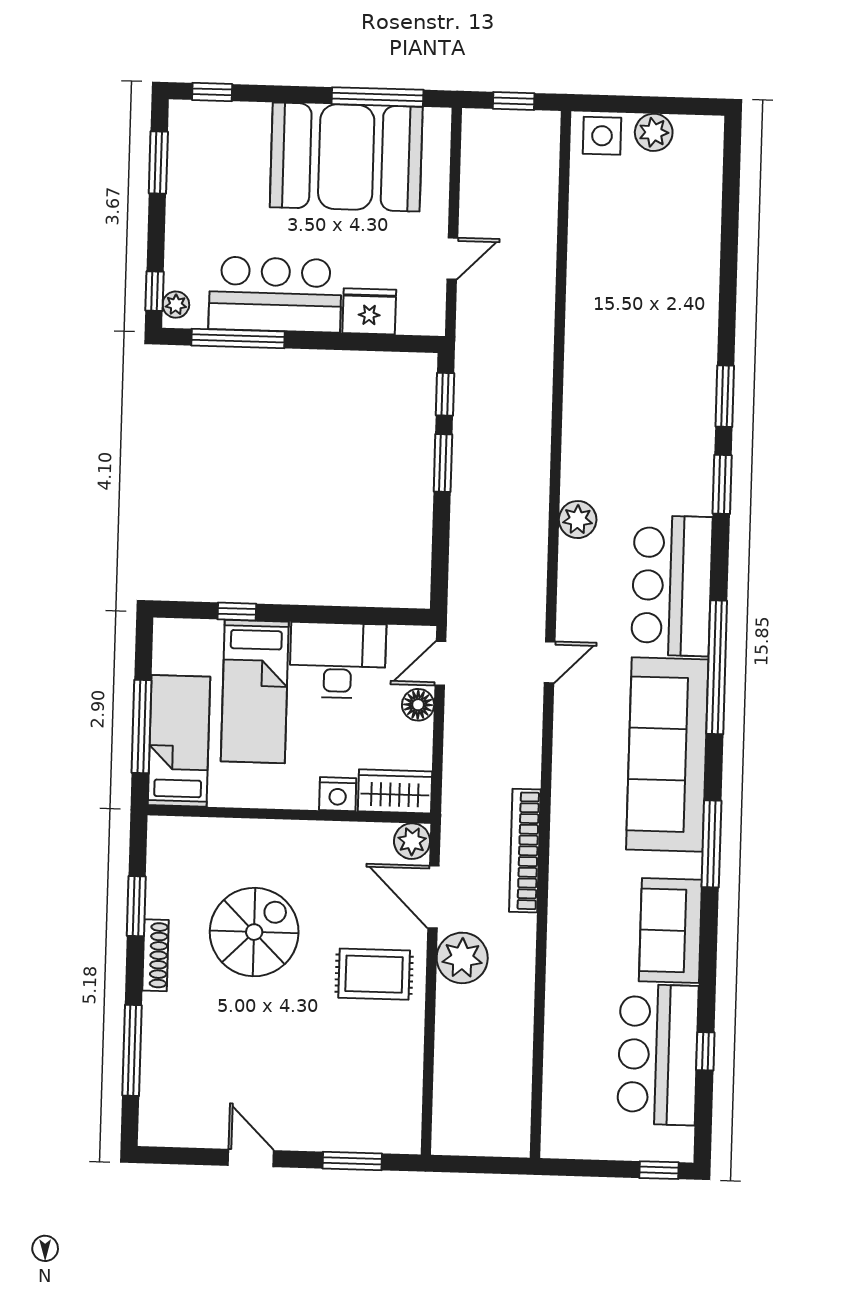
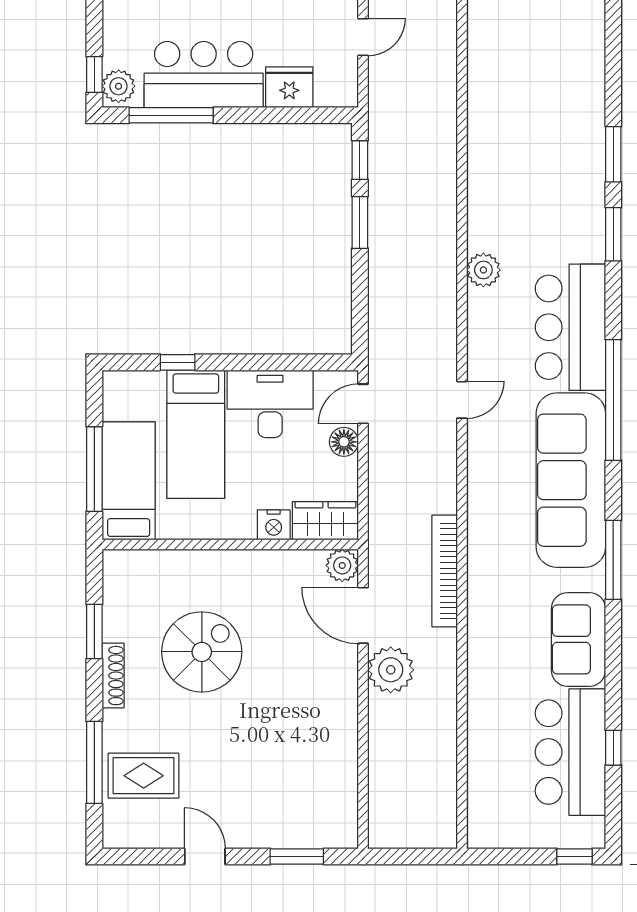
plant: (176, 305) -> (119, 86), width x1.38, depth x1.38
rug: (374, 974) -> (144, 776), moved

